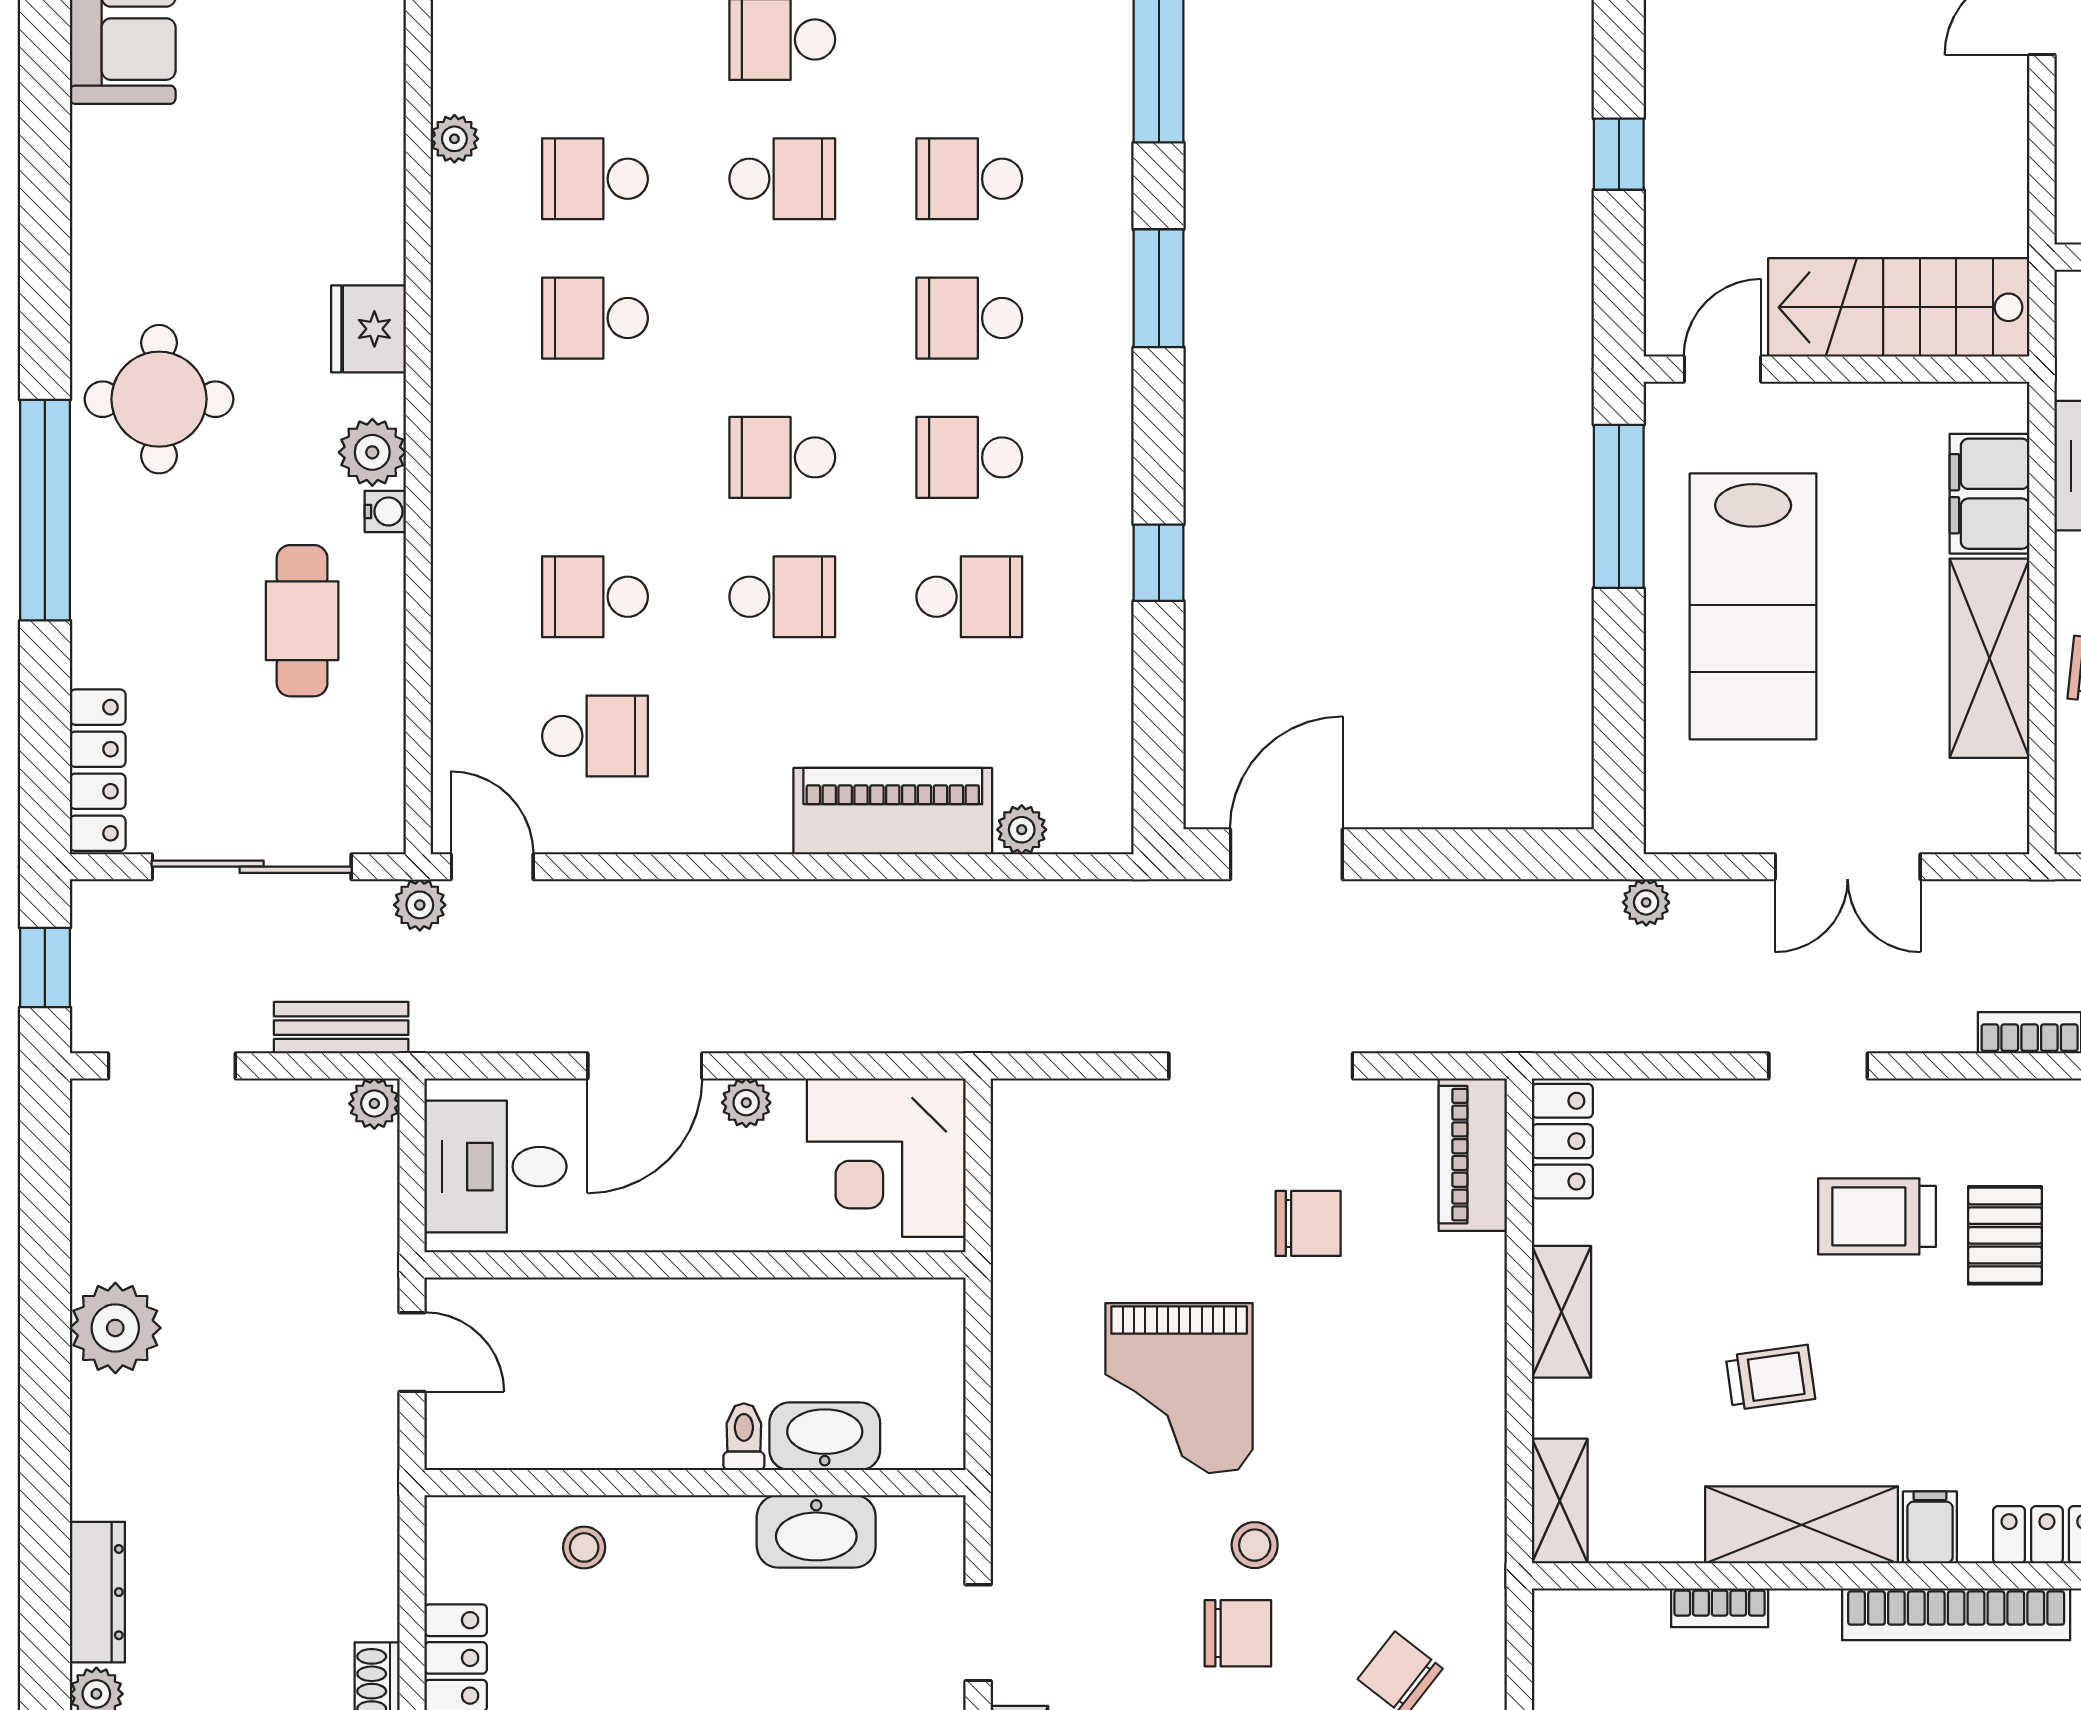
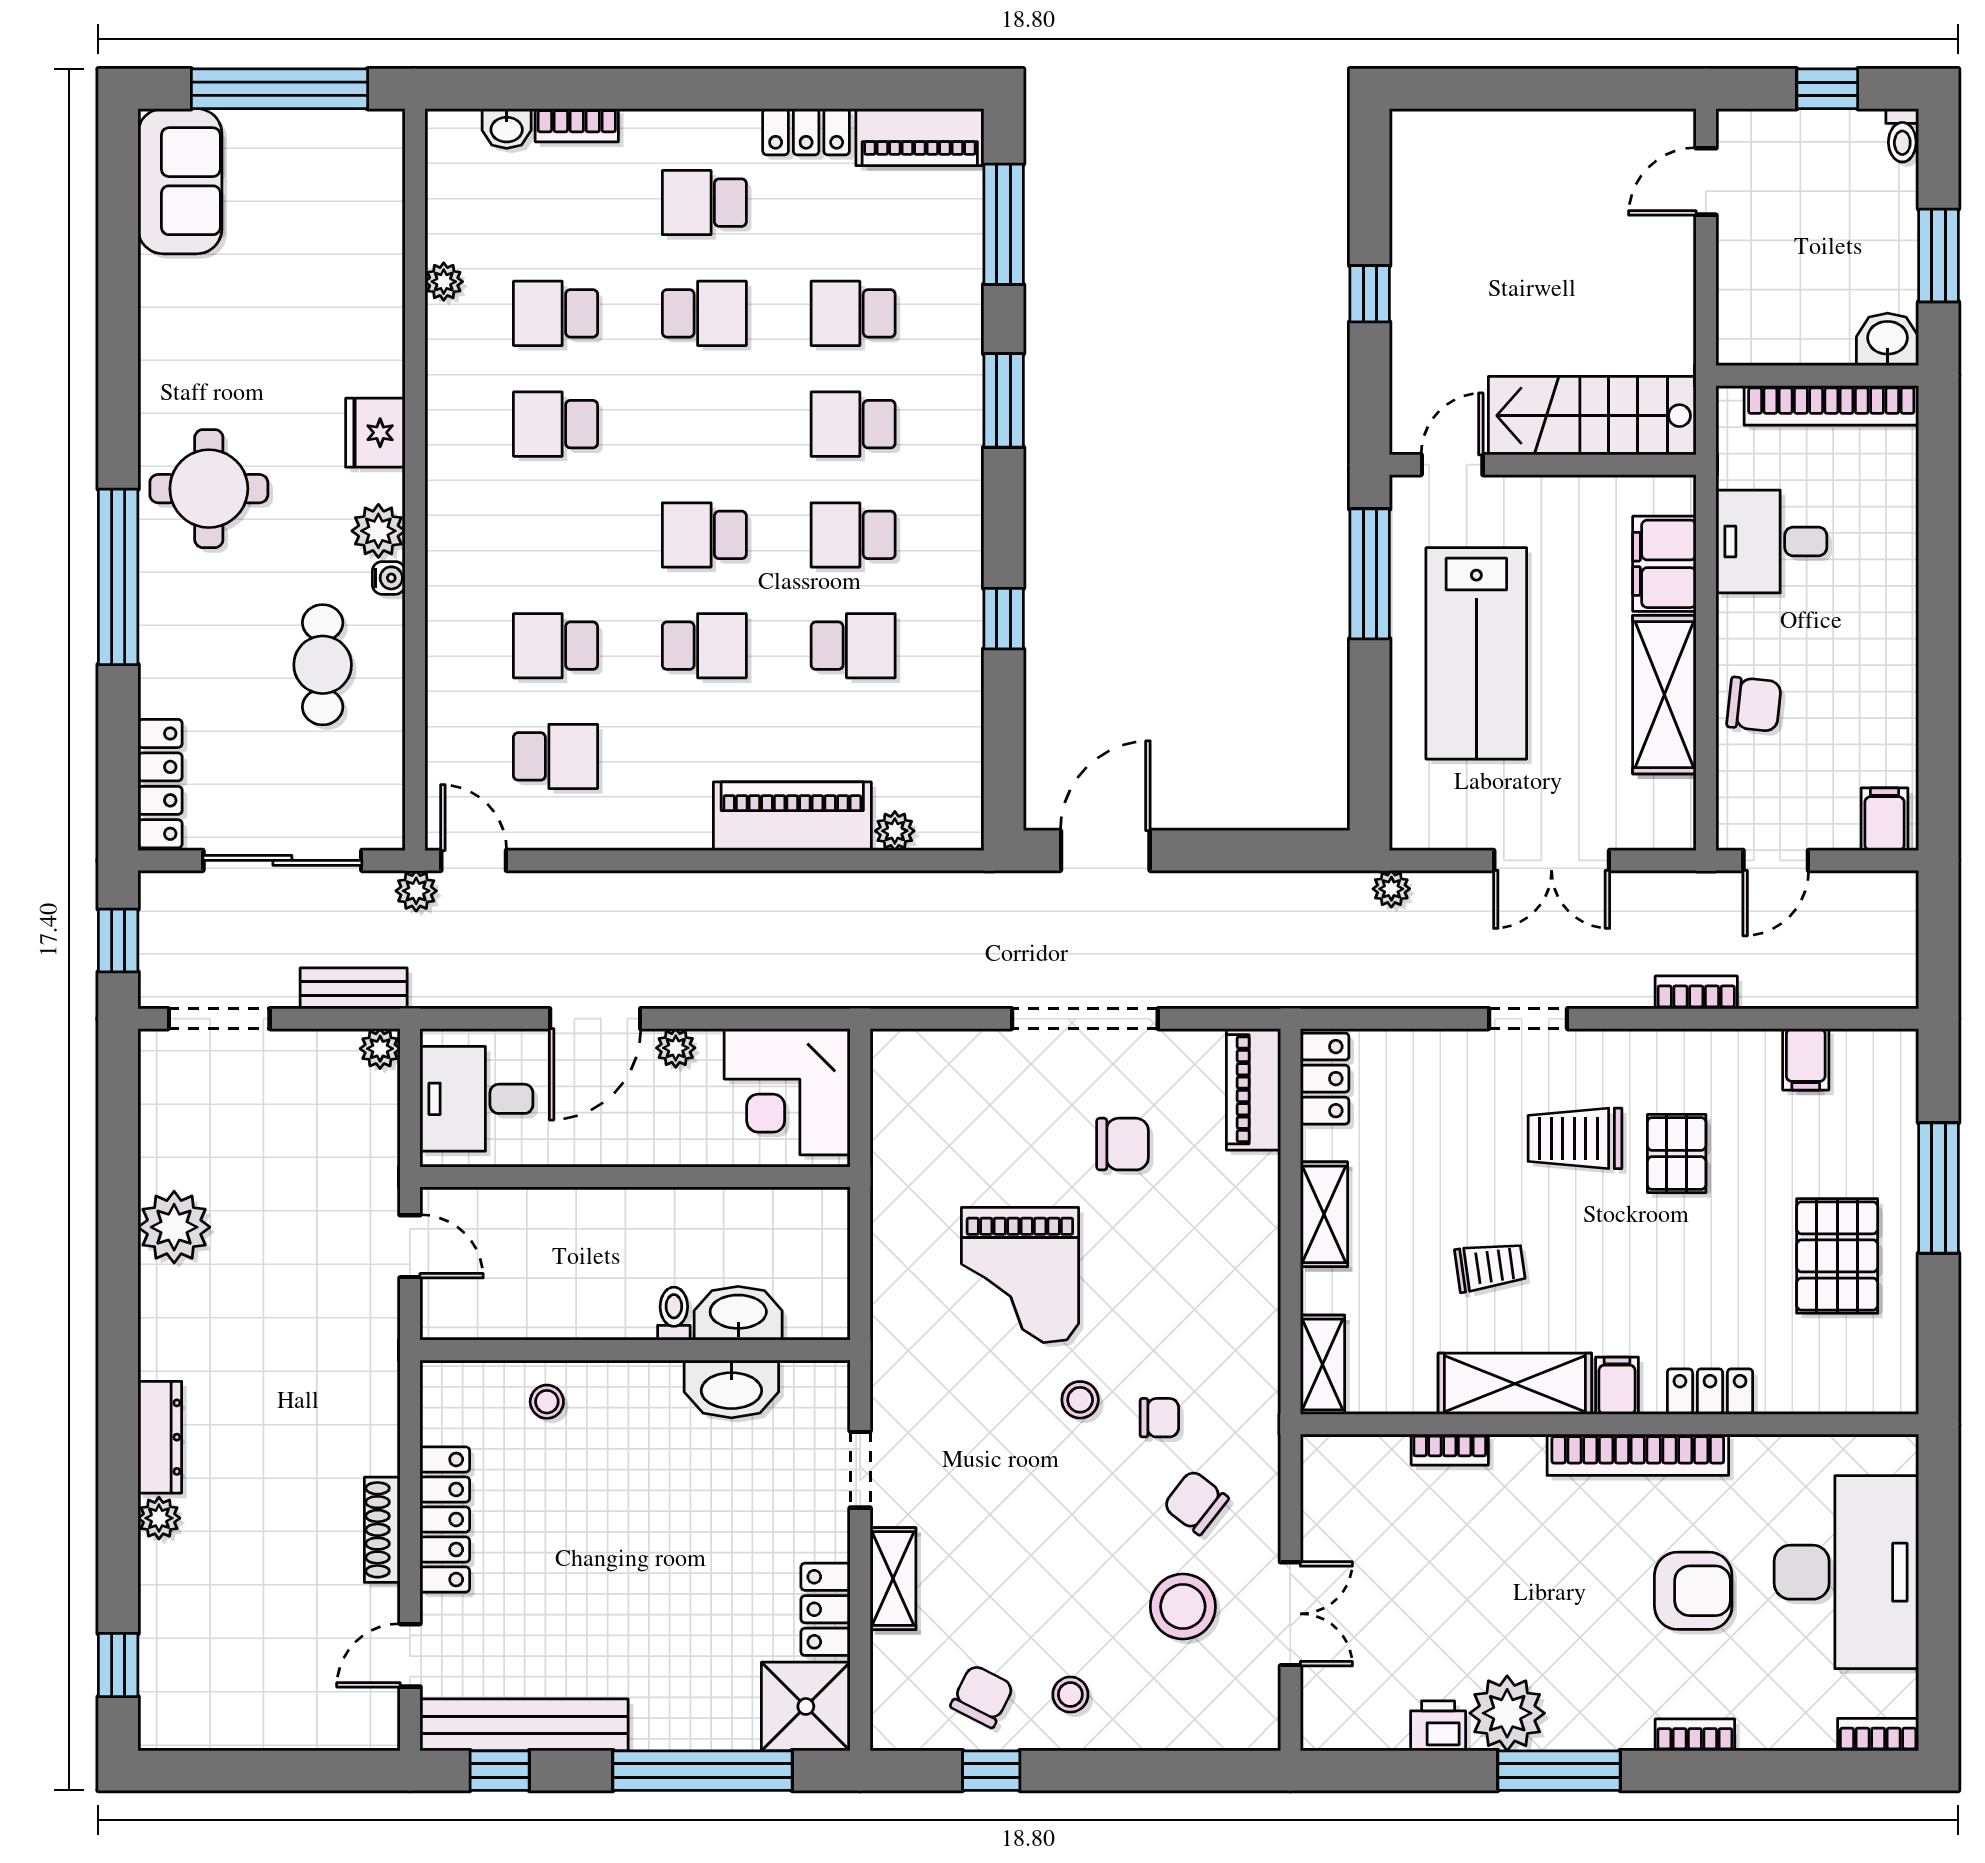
chair: (1238, 1633) -> (1159, 1418), moved, width x0.73, depth x0.73

